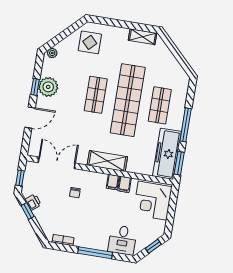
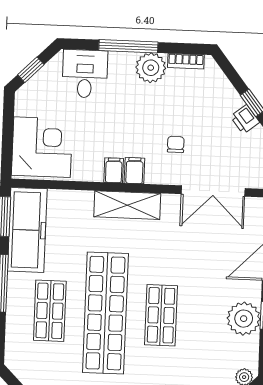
filing cabinet: (125, 184) -> (134, 171), moved
plant: (84, 239) -> (151, 68), added

